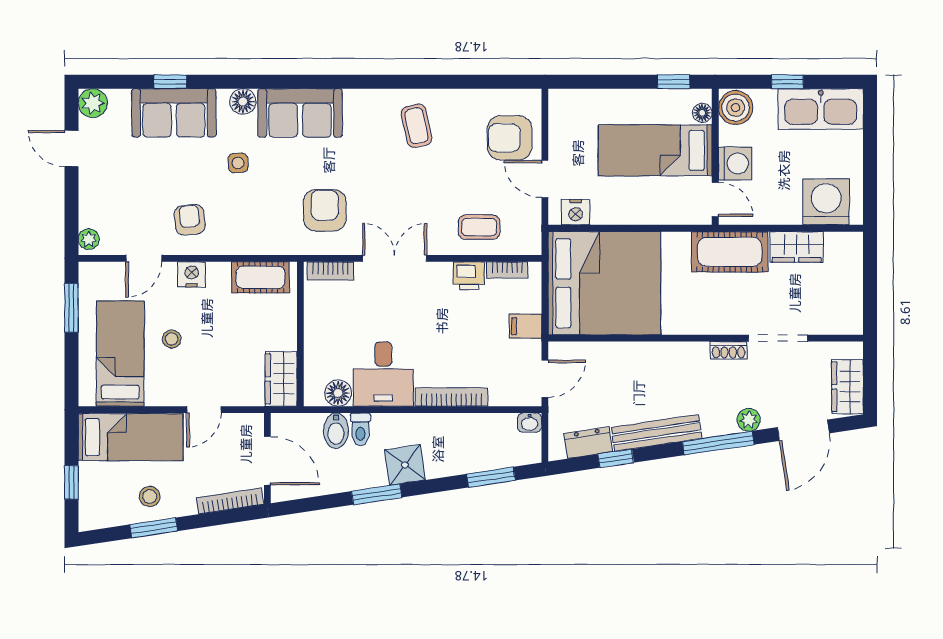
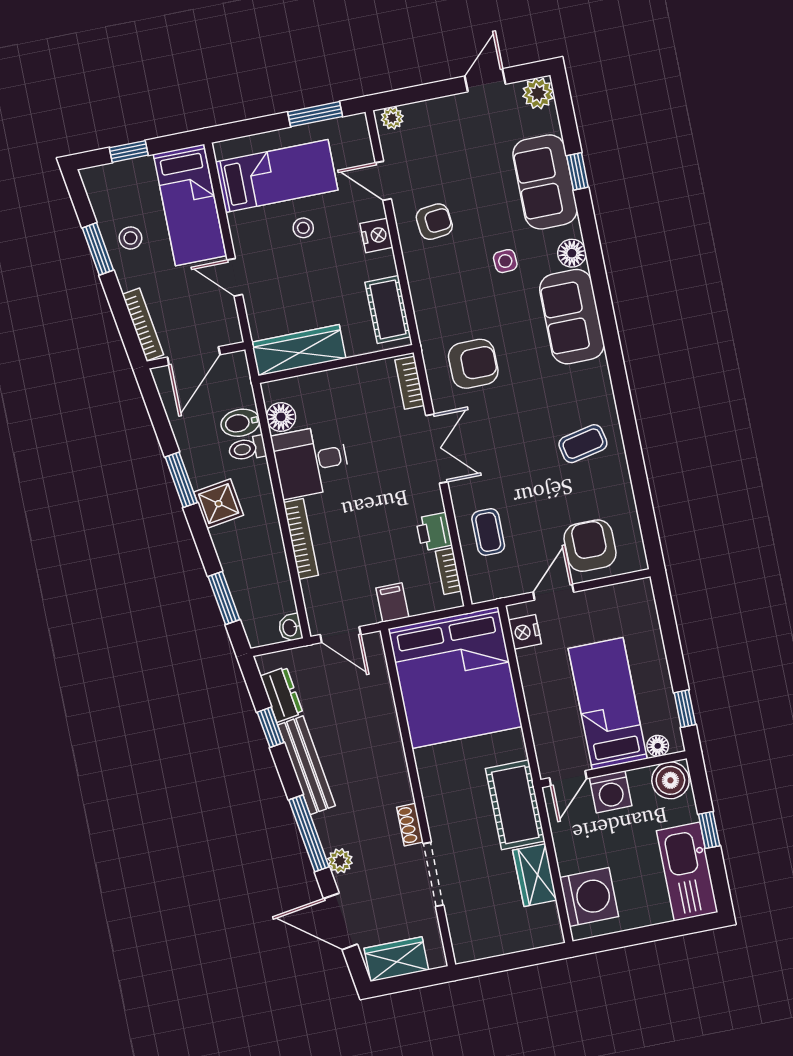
wardrobe: (281, 379) -> (299, 350), width x1.50

